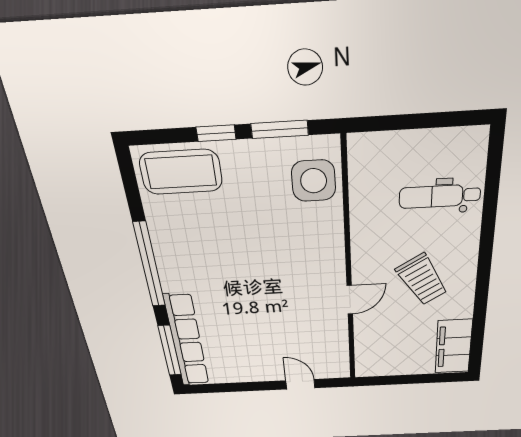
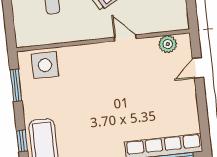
window: (216, 133) -> (22, 141), moved
plant: (336, 352) -> (168, 44), added

